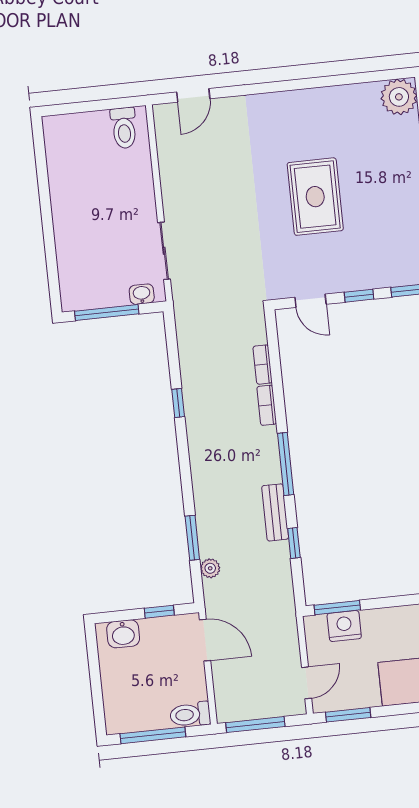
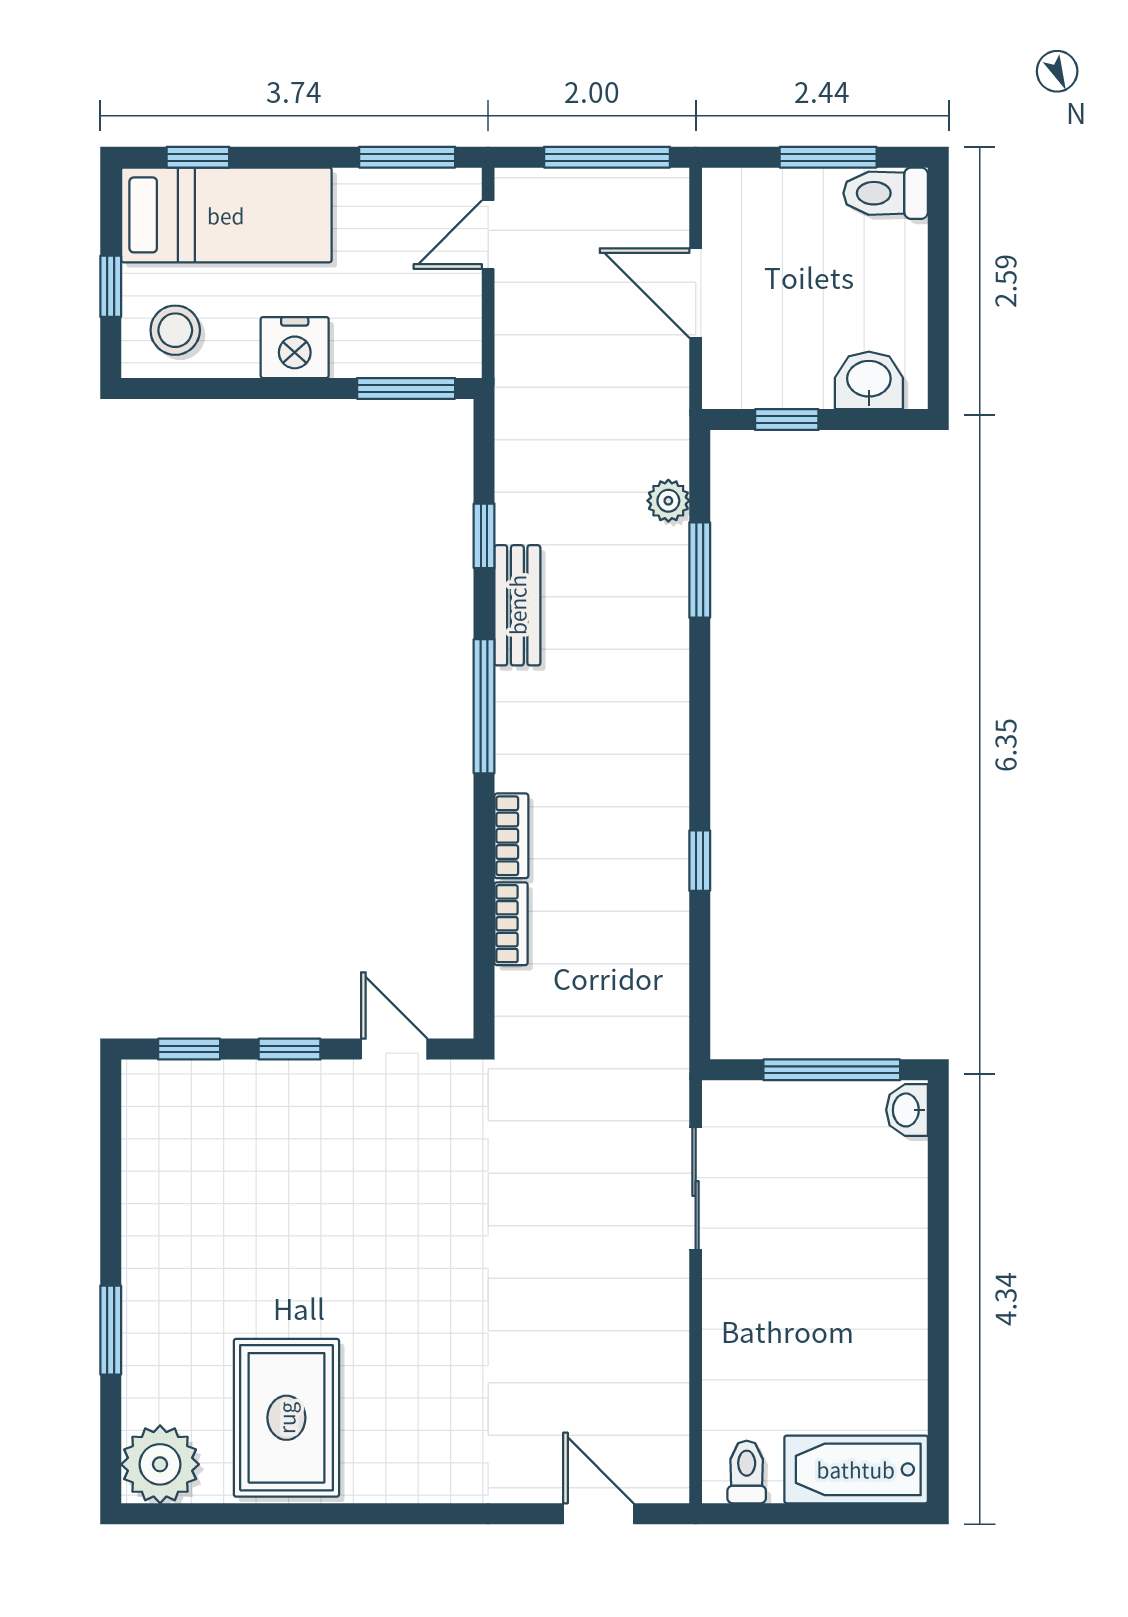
door: (193, 95) -> (598, 1514), hinge flipped
bathtub: (76, 128) -> (856, 1469), added
toilet: (124, 128) -> (747, 1472), width x0.73, depth x0.72
rug: (315, 197) -> (286, 1418), moved
washbasin: (142, 294) -> (907, 1110), moved, turned 90
nightstand: (344, 626) -> (295, 348), moved
door: (205, 640) -> (696, 293), moved
toilet: (190, 715) -> (886, 193), moved, turned 180
window: (153, 735) -> (828, 157), width x0.69

